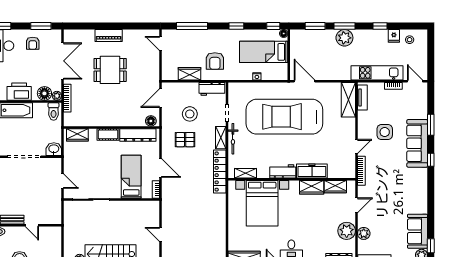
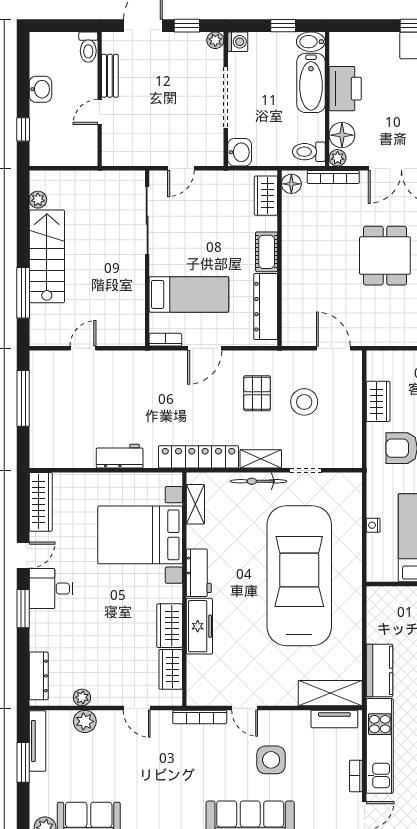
kitchen counter: (336, 73) -> (380, 670), added
door: (304, 81) -> (364, 613), removed
workbench: (212, 89) -> (120, 456), moved, turned 90
floor lamp: (151, 121) -> (291, 184), moved
plant: (347, 231) -> (82, 697), width x0.53, depth x0.53

